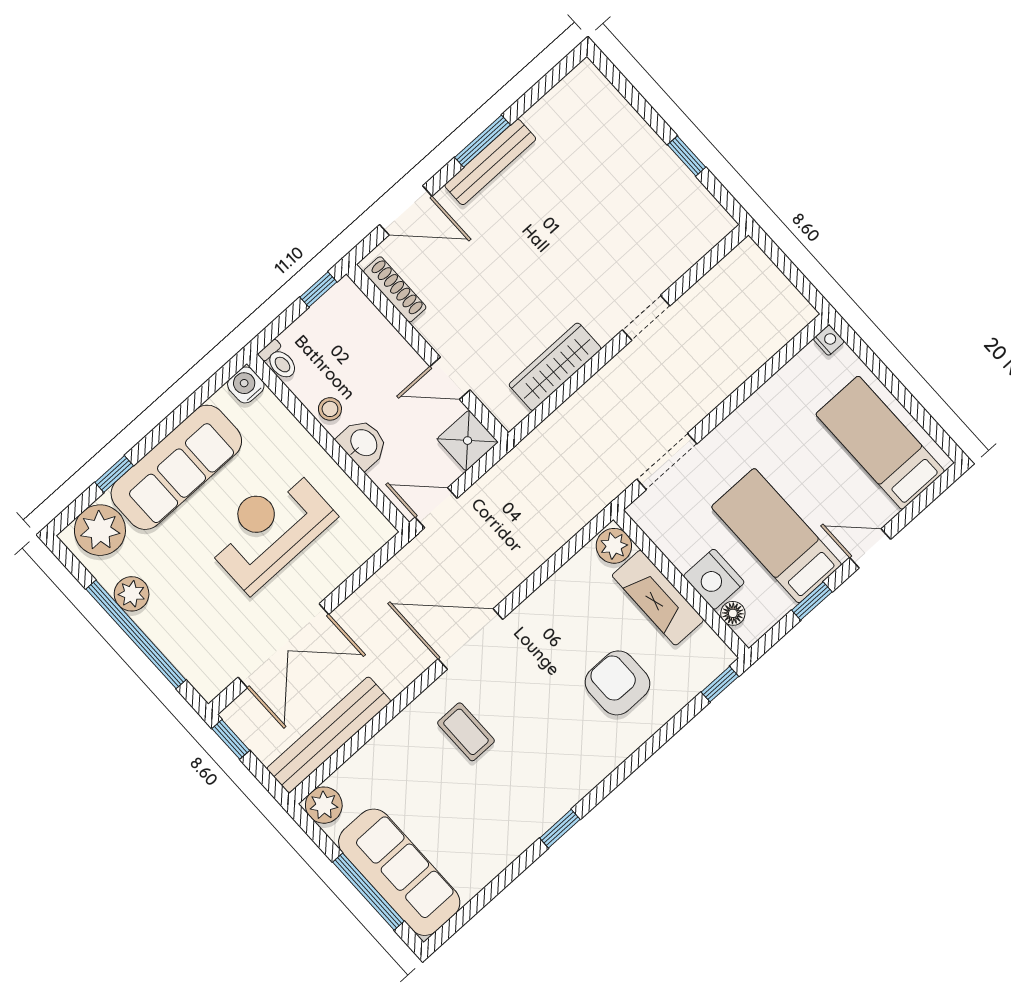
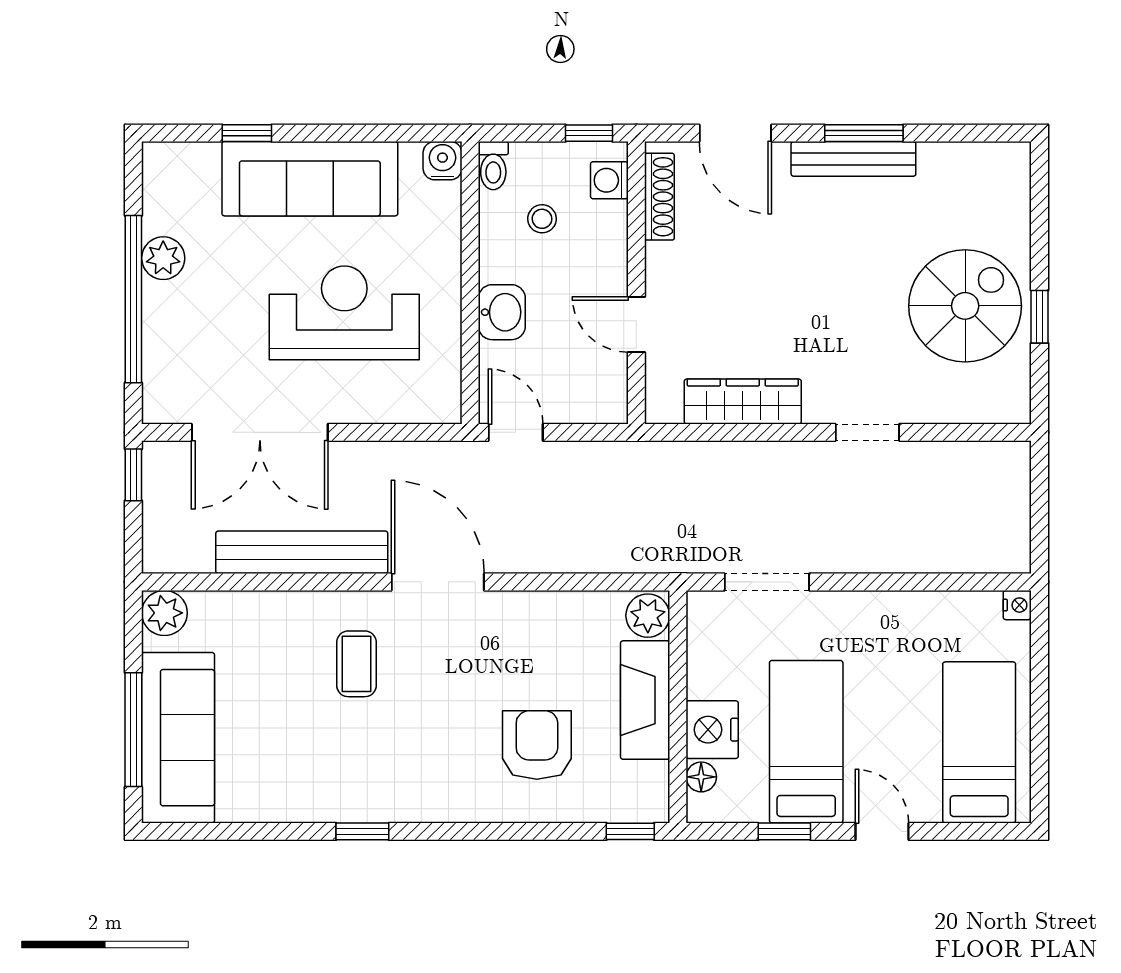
spiral stairs: (636, 190) -> (965, 306), added
washing machine: (356, 307) -> (609, 180), added
stool: (330, 409) -> (542, 219), moved
shower: (468, 441) -> (601, 397), removed
plant: (100, 530) -> (187, 173), removed
bench: (329, 735) -> (302, 552), moved

